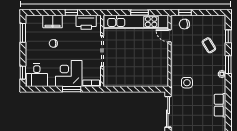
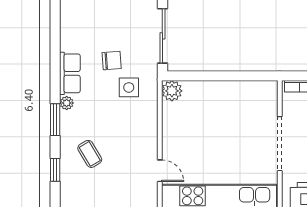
chair: (184, 24) -> (112, 61), moved
plant: (163, 81) -> (172, 91), added
row of seats: (220, 105) -> (70, 73), moved

